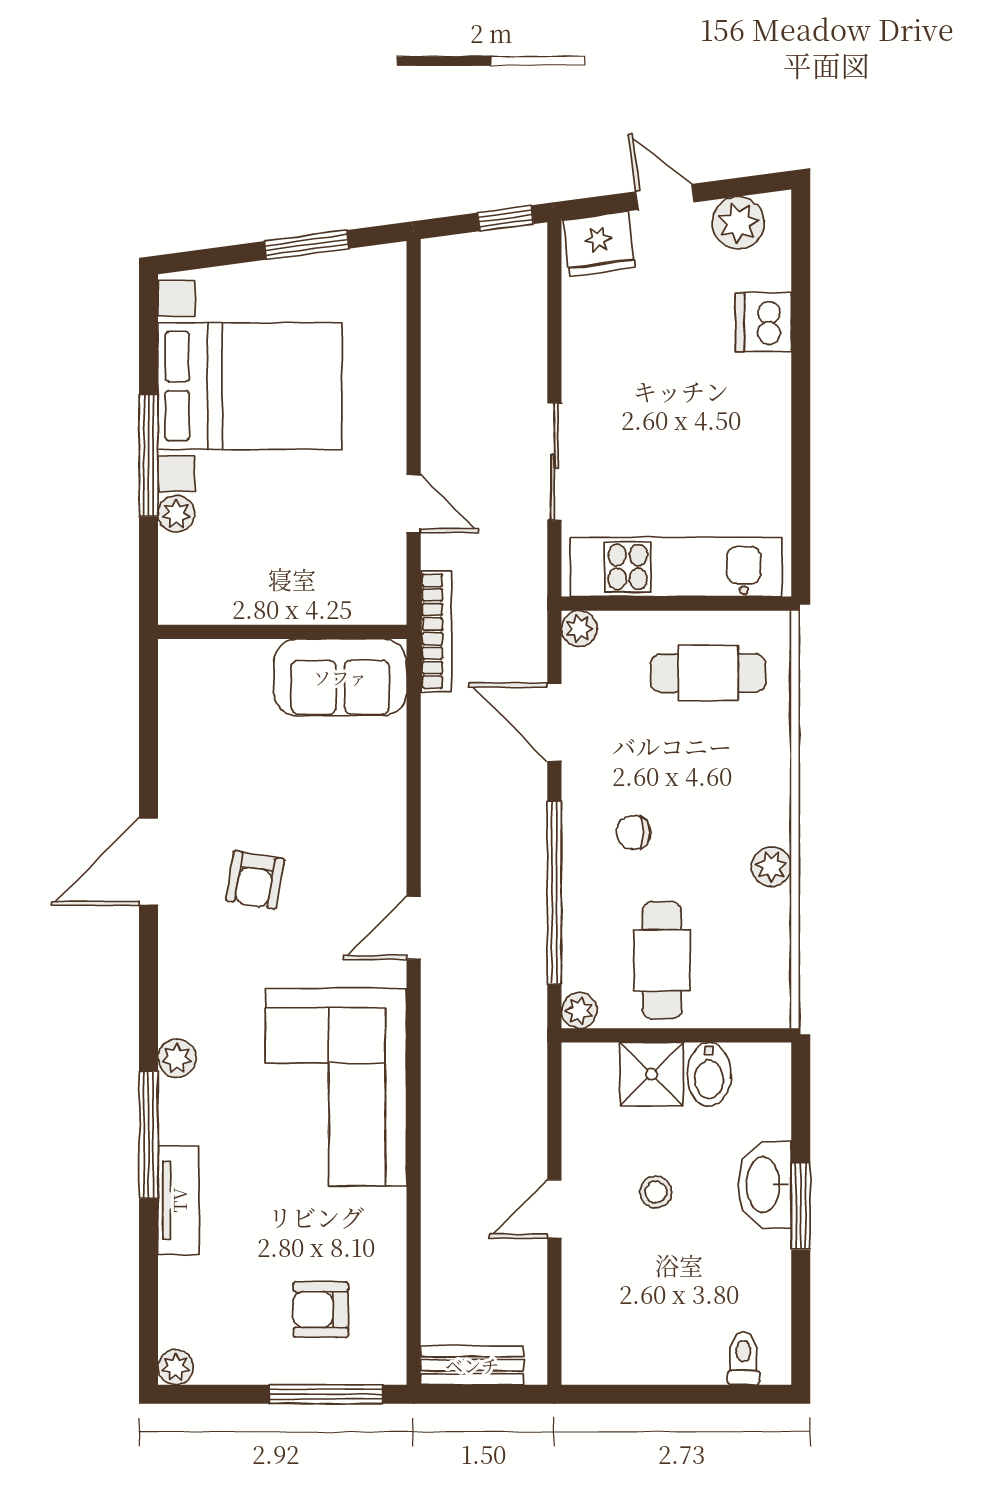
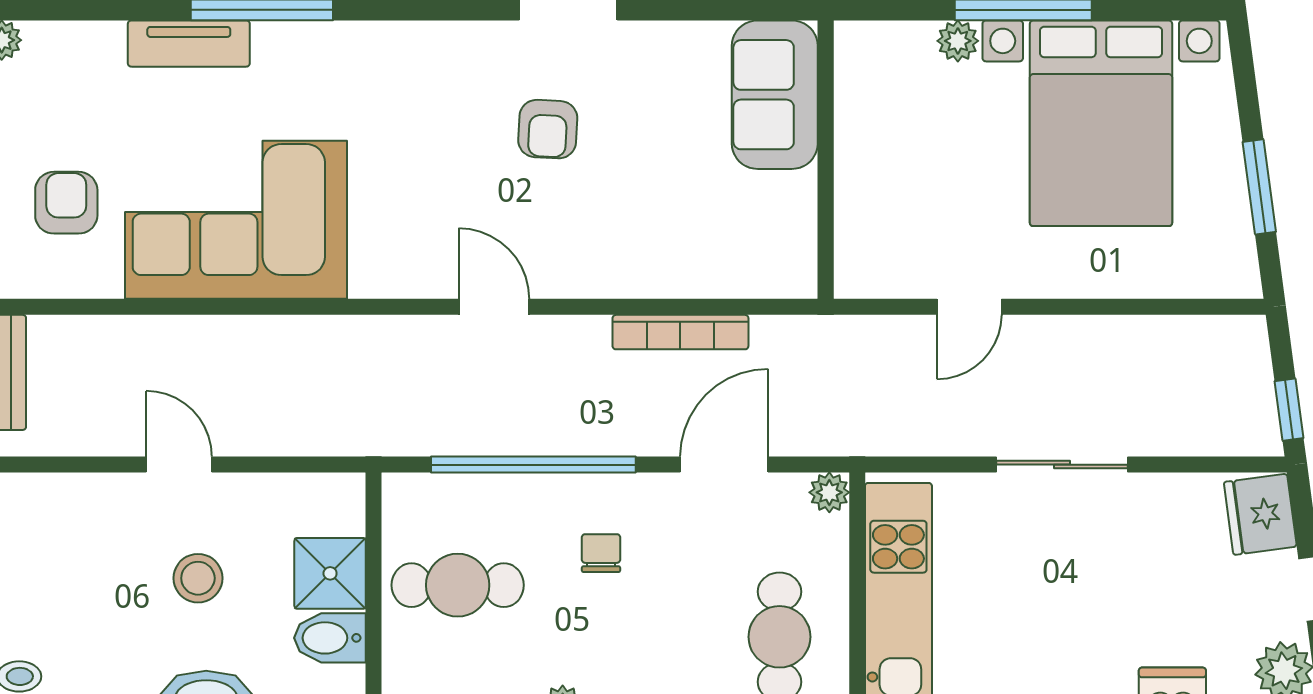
sliding door: (554, 462) -> (1062, 465), moved
bookcase: (436, 631) -> (680, 332), moved
sofa: (340, 677) -> (775, 95), moved
armchair: (255, 880) -> (548, 129), turned -97
plant: (579, 1011) -> (401, 492), removed
plant: (177, 1058) -> (348, 42), removed
corner sofa: (336, 1087) -> (236, 220), moved
stool: (656, 1192) -> (198, 578), width x1.37, depth x1.37

